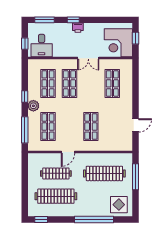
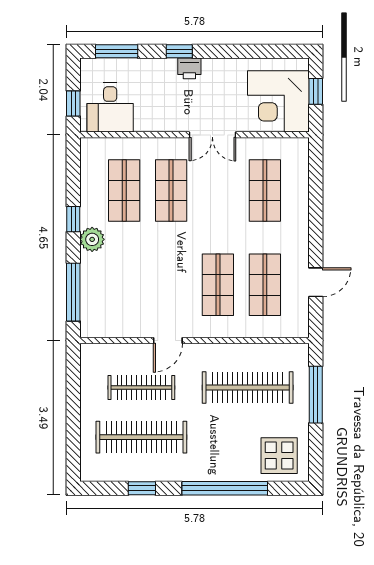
shop shelf: (48, 127) -> (265, 285), moved
window: (41, 219) -> (142, 488), moved

